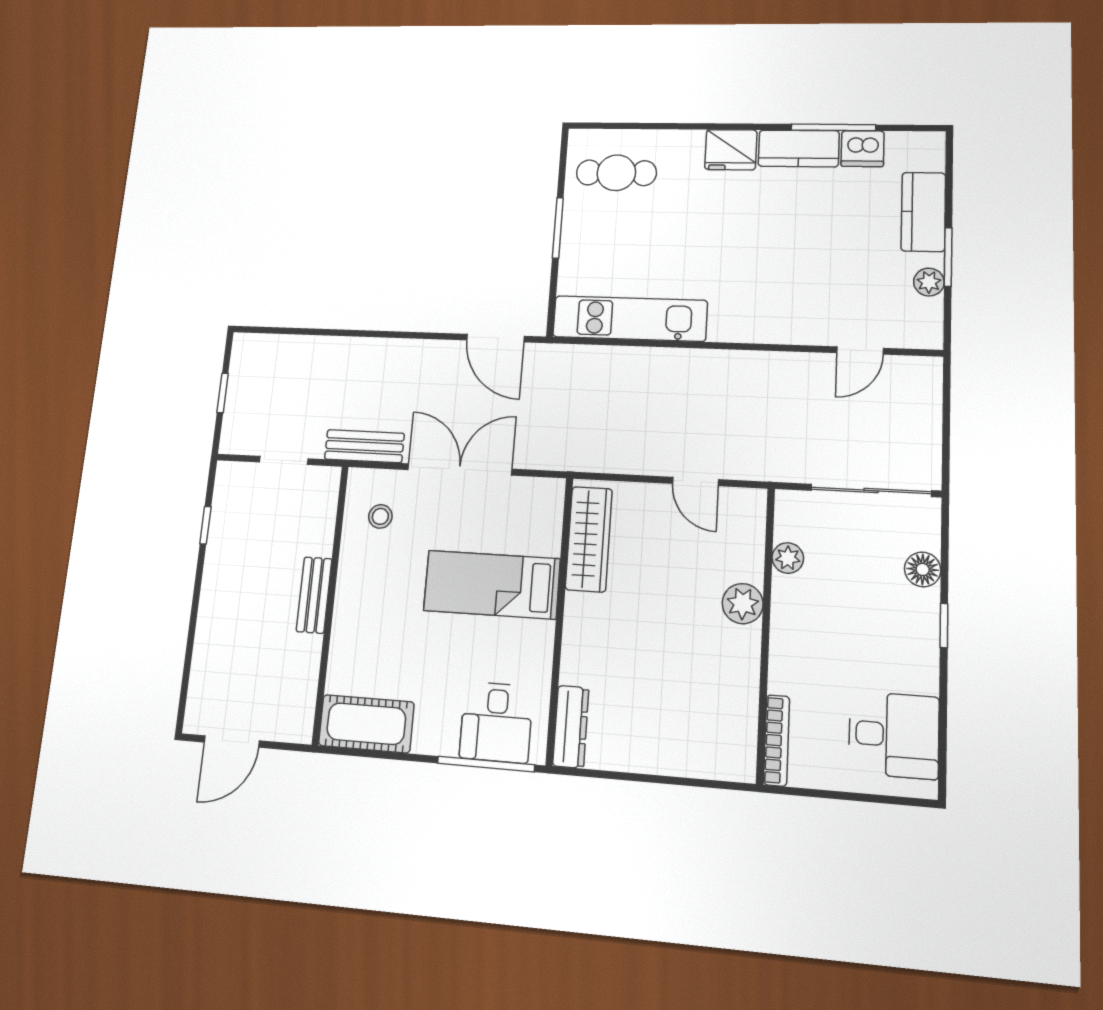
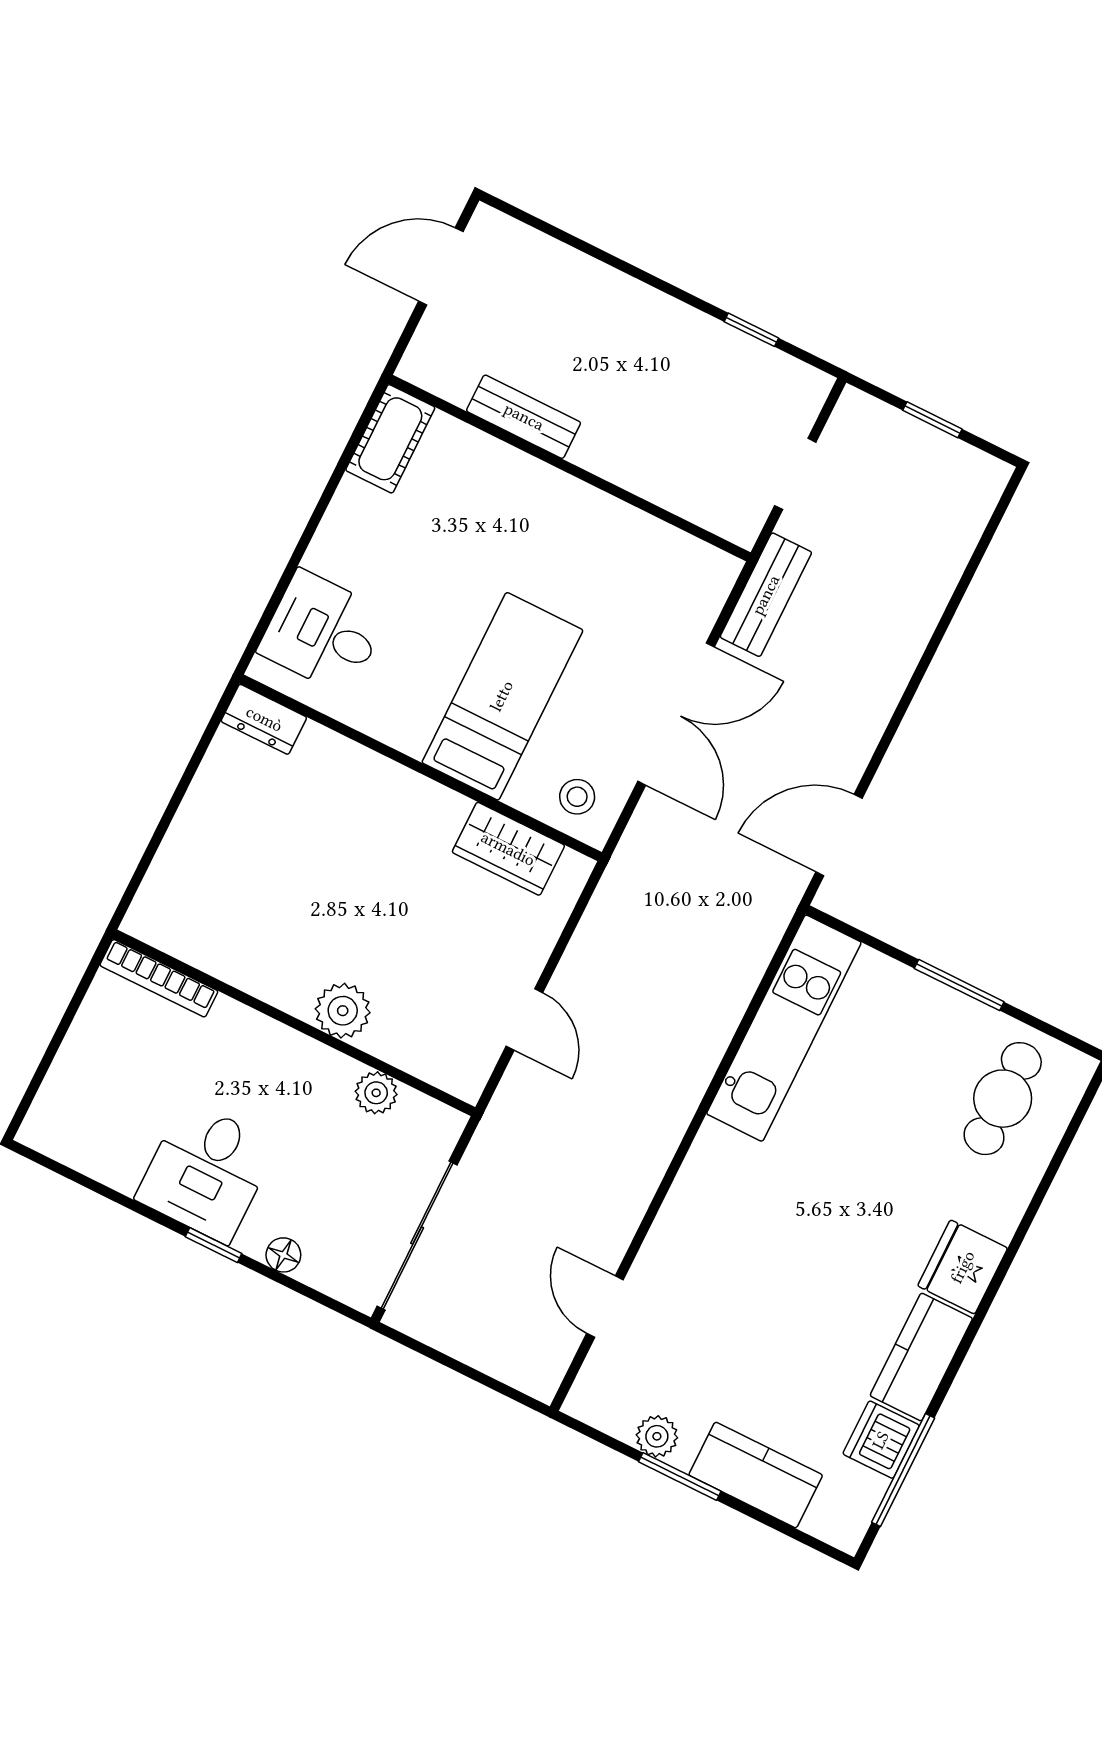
window: (833, 127) -> (903, 1470), moved
door: (695, 482) -> (524, 1019), swing flipped
stool: (380, 516) -> (577, 797), moved
wardrobe: (589, 539) -> (508, 849), width x0.67
floor lamp: (923, 569) -> (283, 1255), width x0.73, depth x0.73
bench: (314, 595) -> (524, 417), moved
cot: (366, 724) -> (390, 439), width x0.73, depth x0.75
dresser: (571, 727) -> (264, 719), width x0.70
desk: (894, 735) -> (206, 1172), moved
door: (232, 741) -> (441, 266), hinge flipped
window: (486, 764) -> (276, 598), removed

